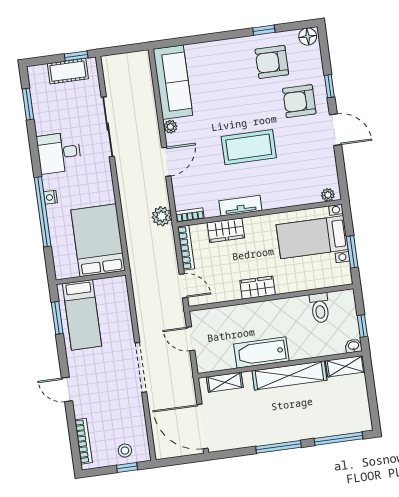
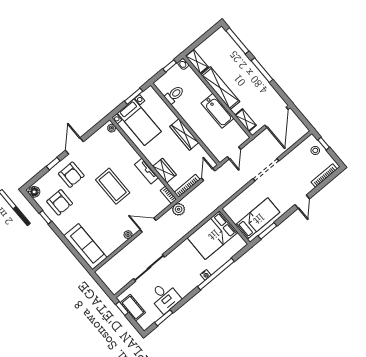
sofa: (173, 82) -> (85, 247), moved, turned 90
desk: (59, 153) -> (165, 297), moved
wardrobe: (258, 288) -> (184, 134), width x1.50

